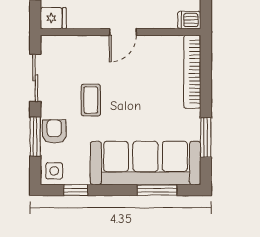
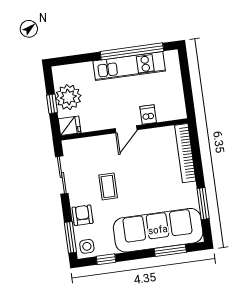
dishwasher: (189, 20) -> (148, 115), moved, turned 90
window: (35, 137) -> (70, 237), moved

